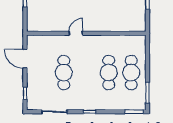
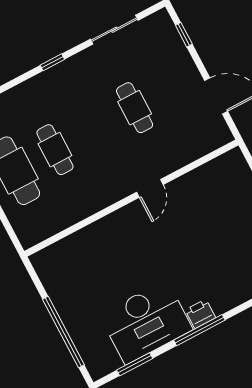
cafe table: (64, 73) -> (135, 108), width x0.73, depth x0.74
cafe table: (109, 73) -> (55, 150), width x0.73, depth x0.74

